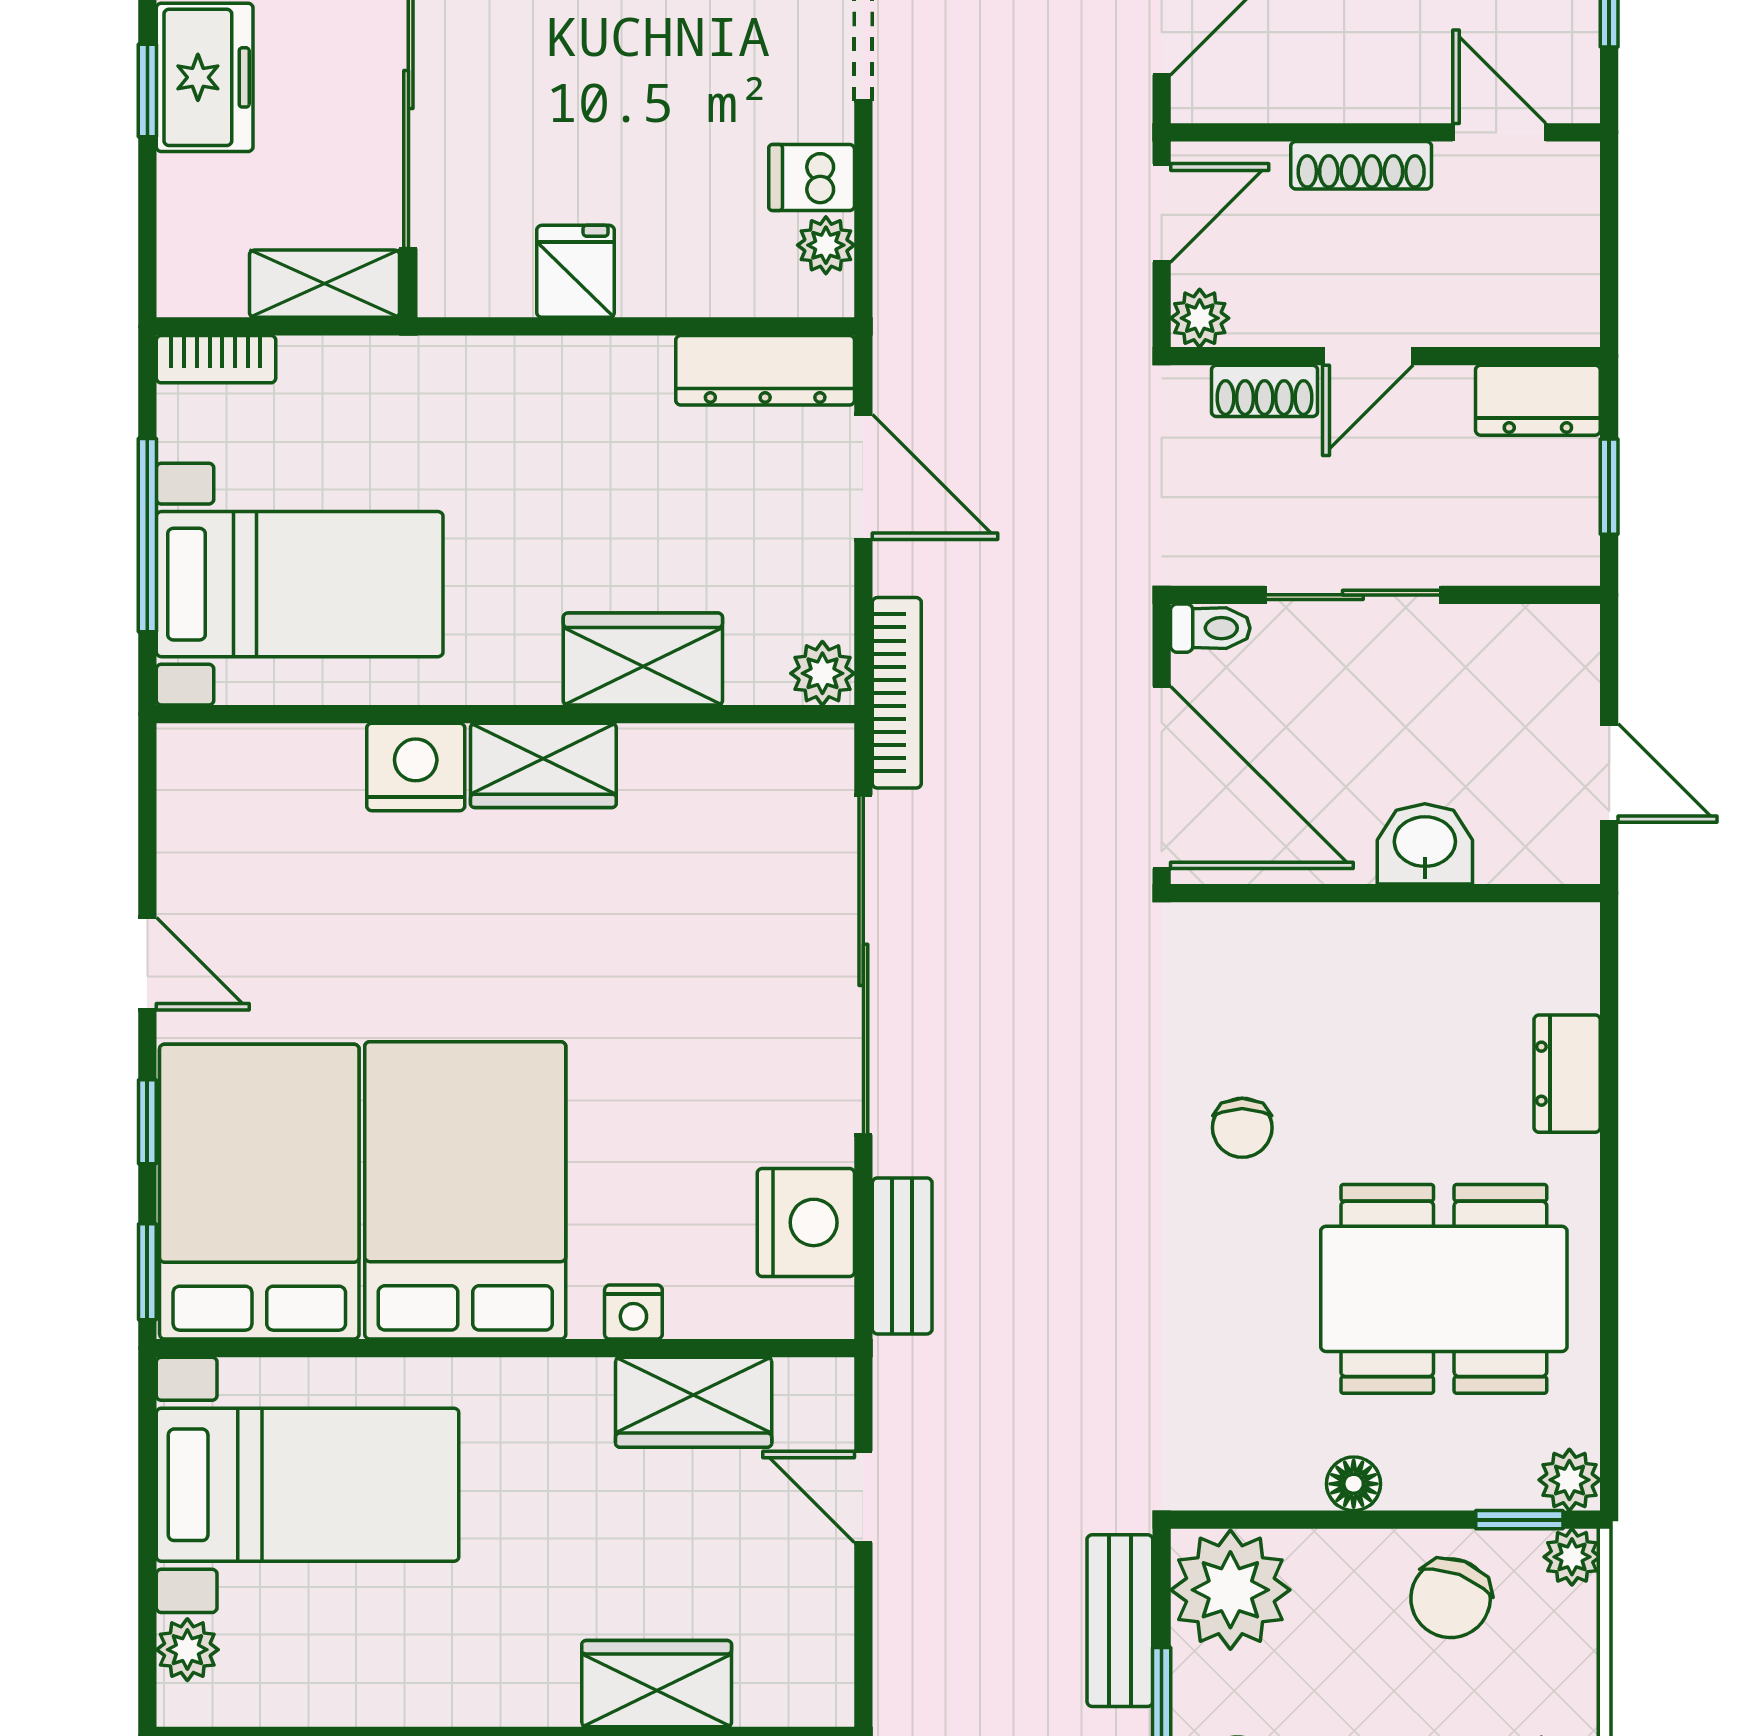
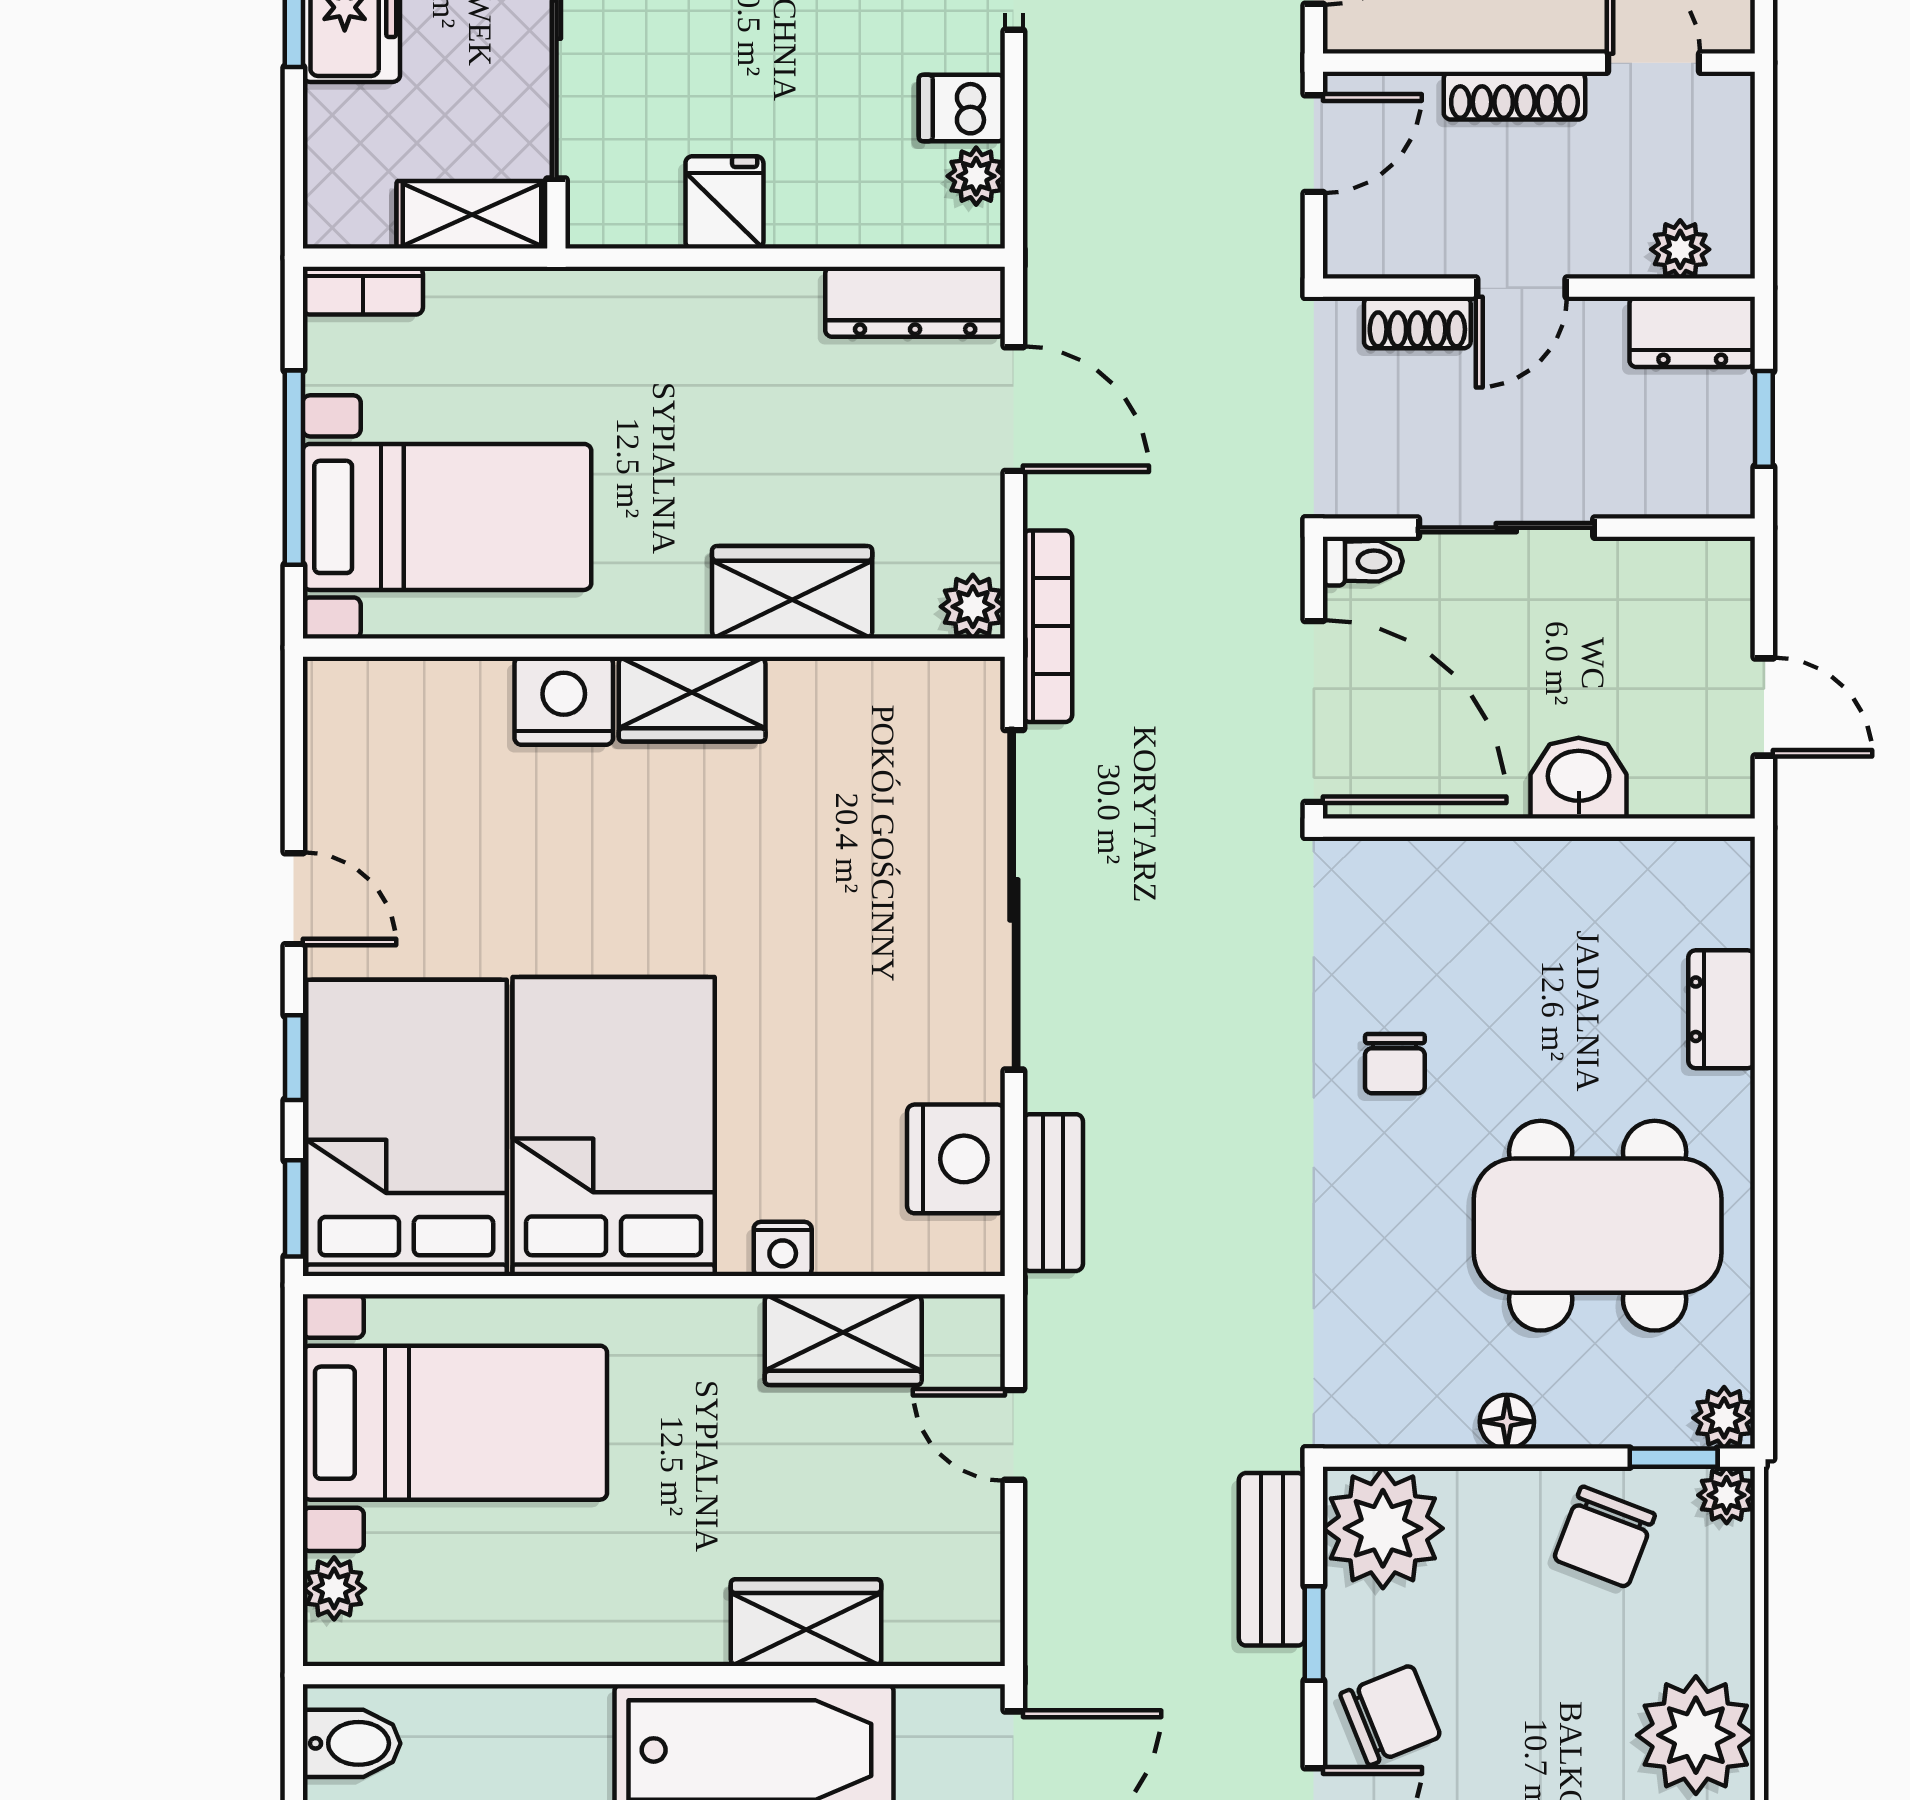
plant: (1200, 318) -> (1680, 249), moved

